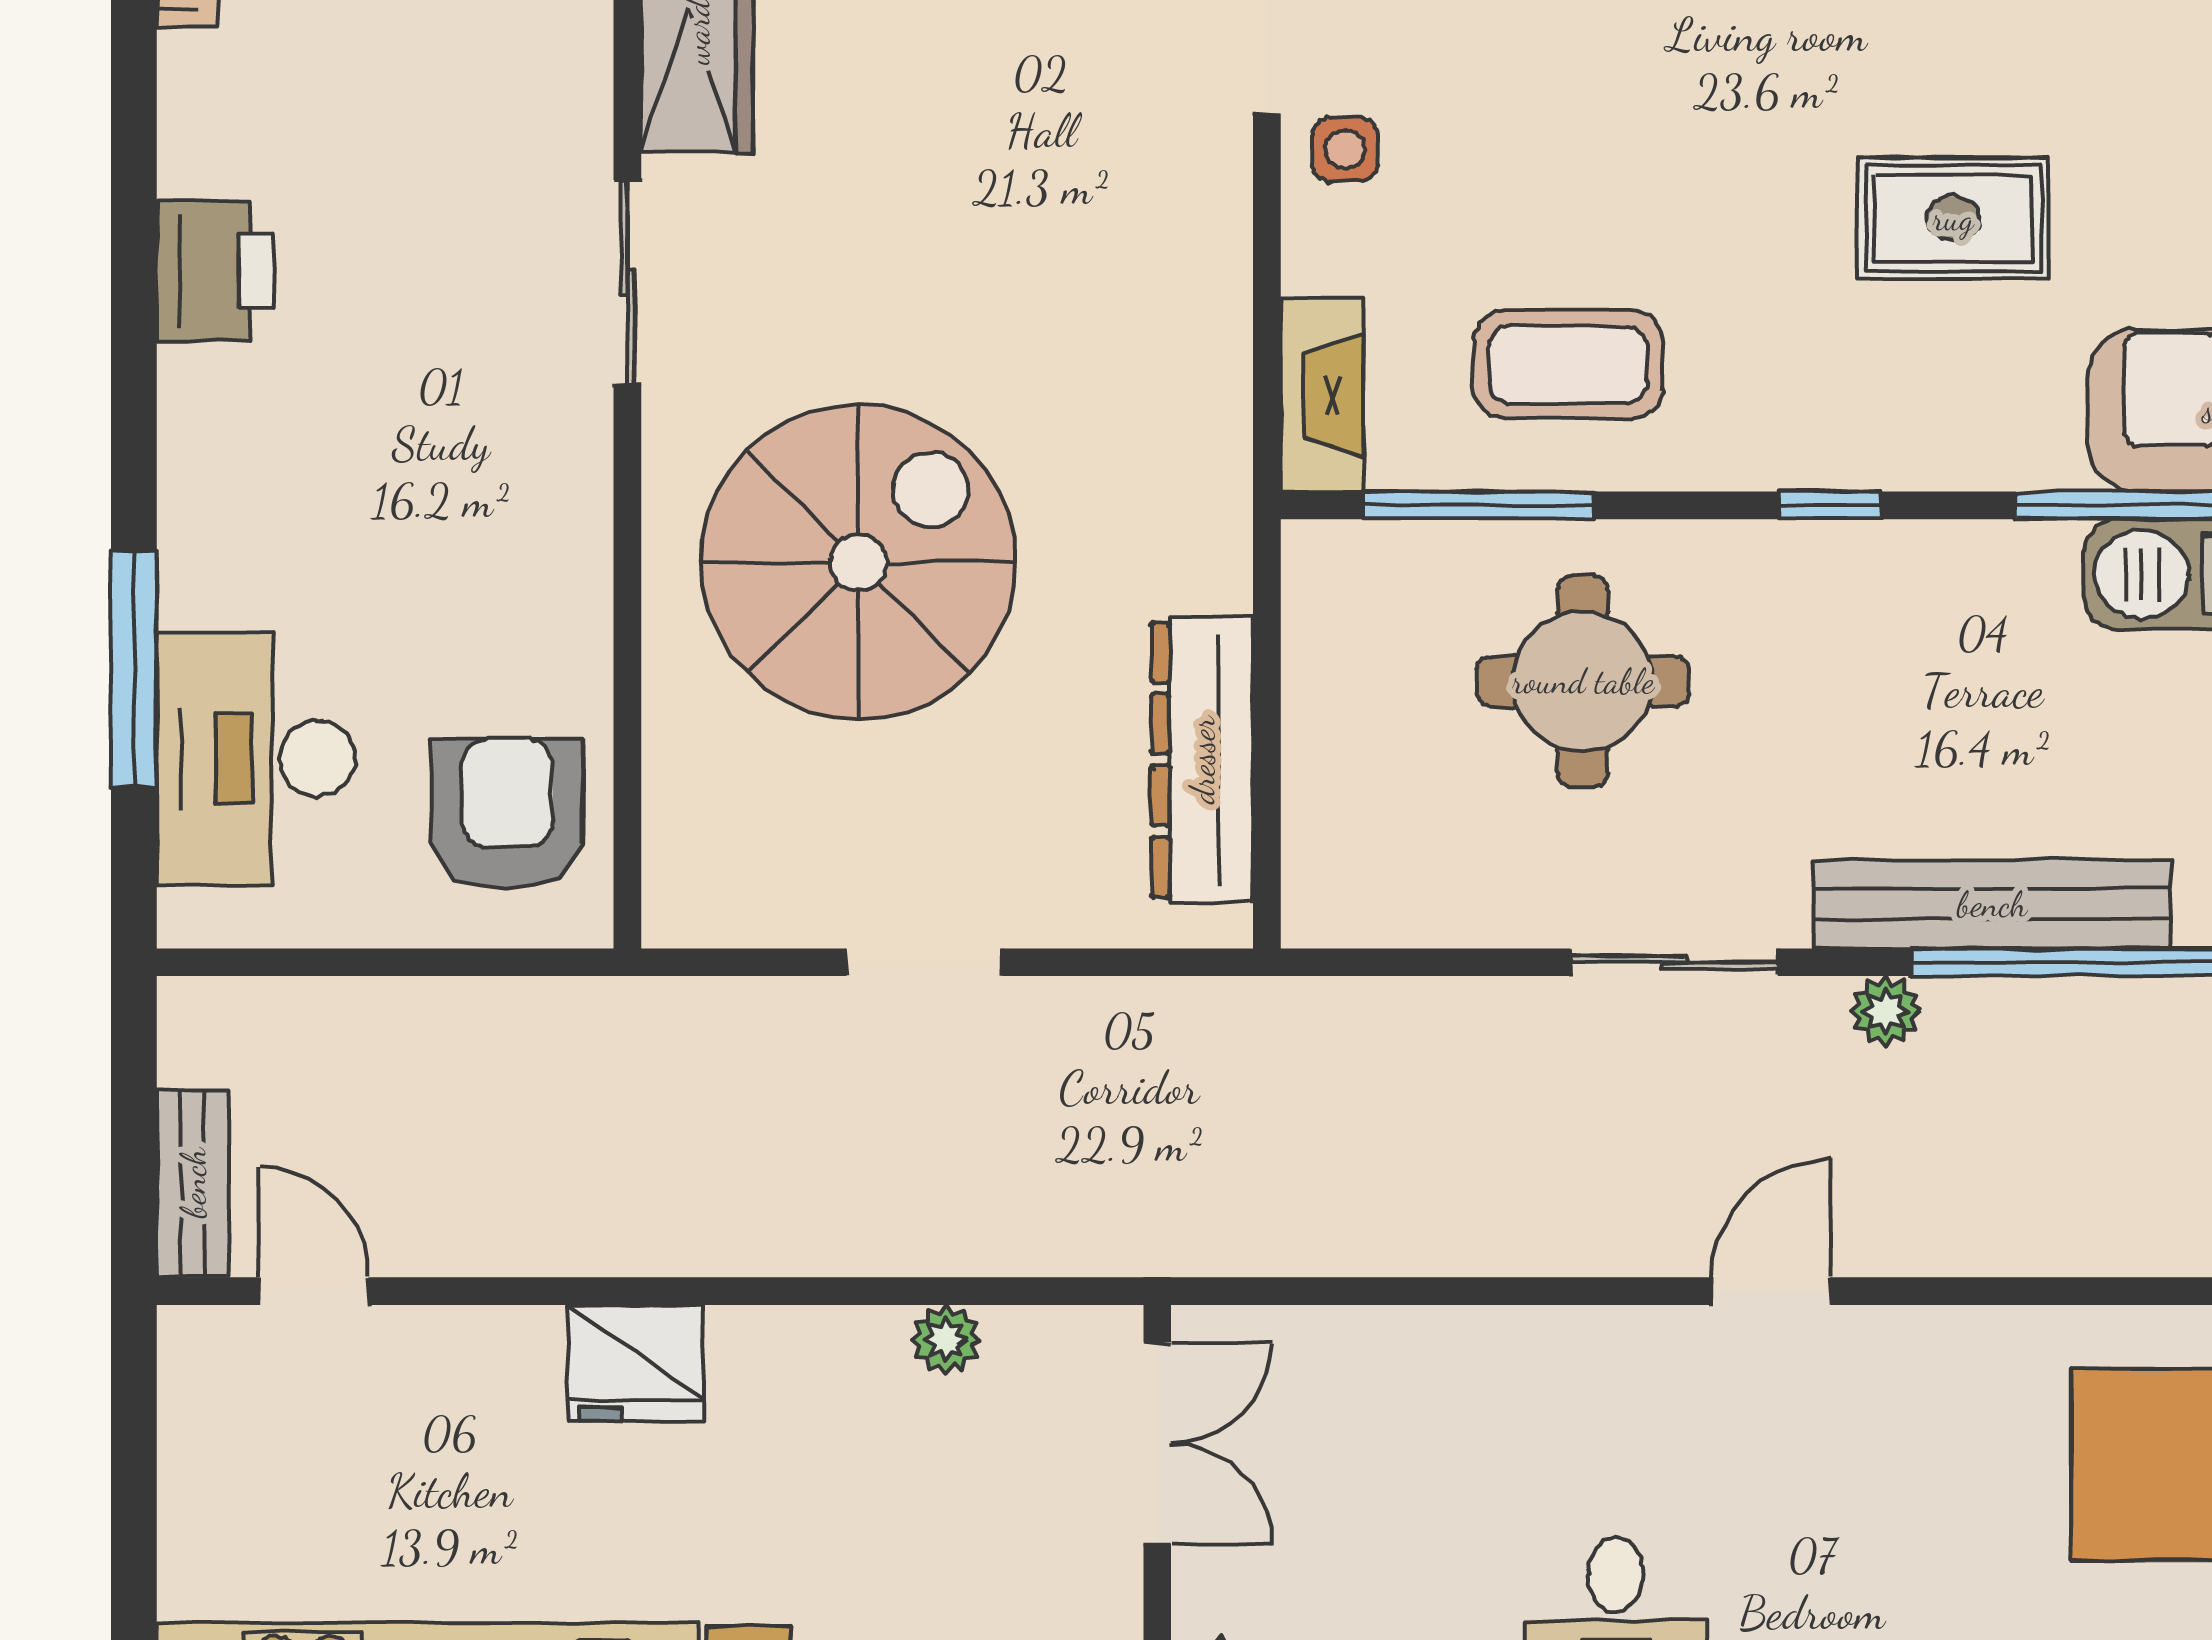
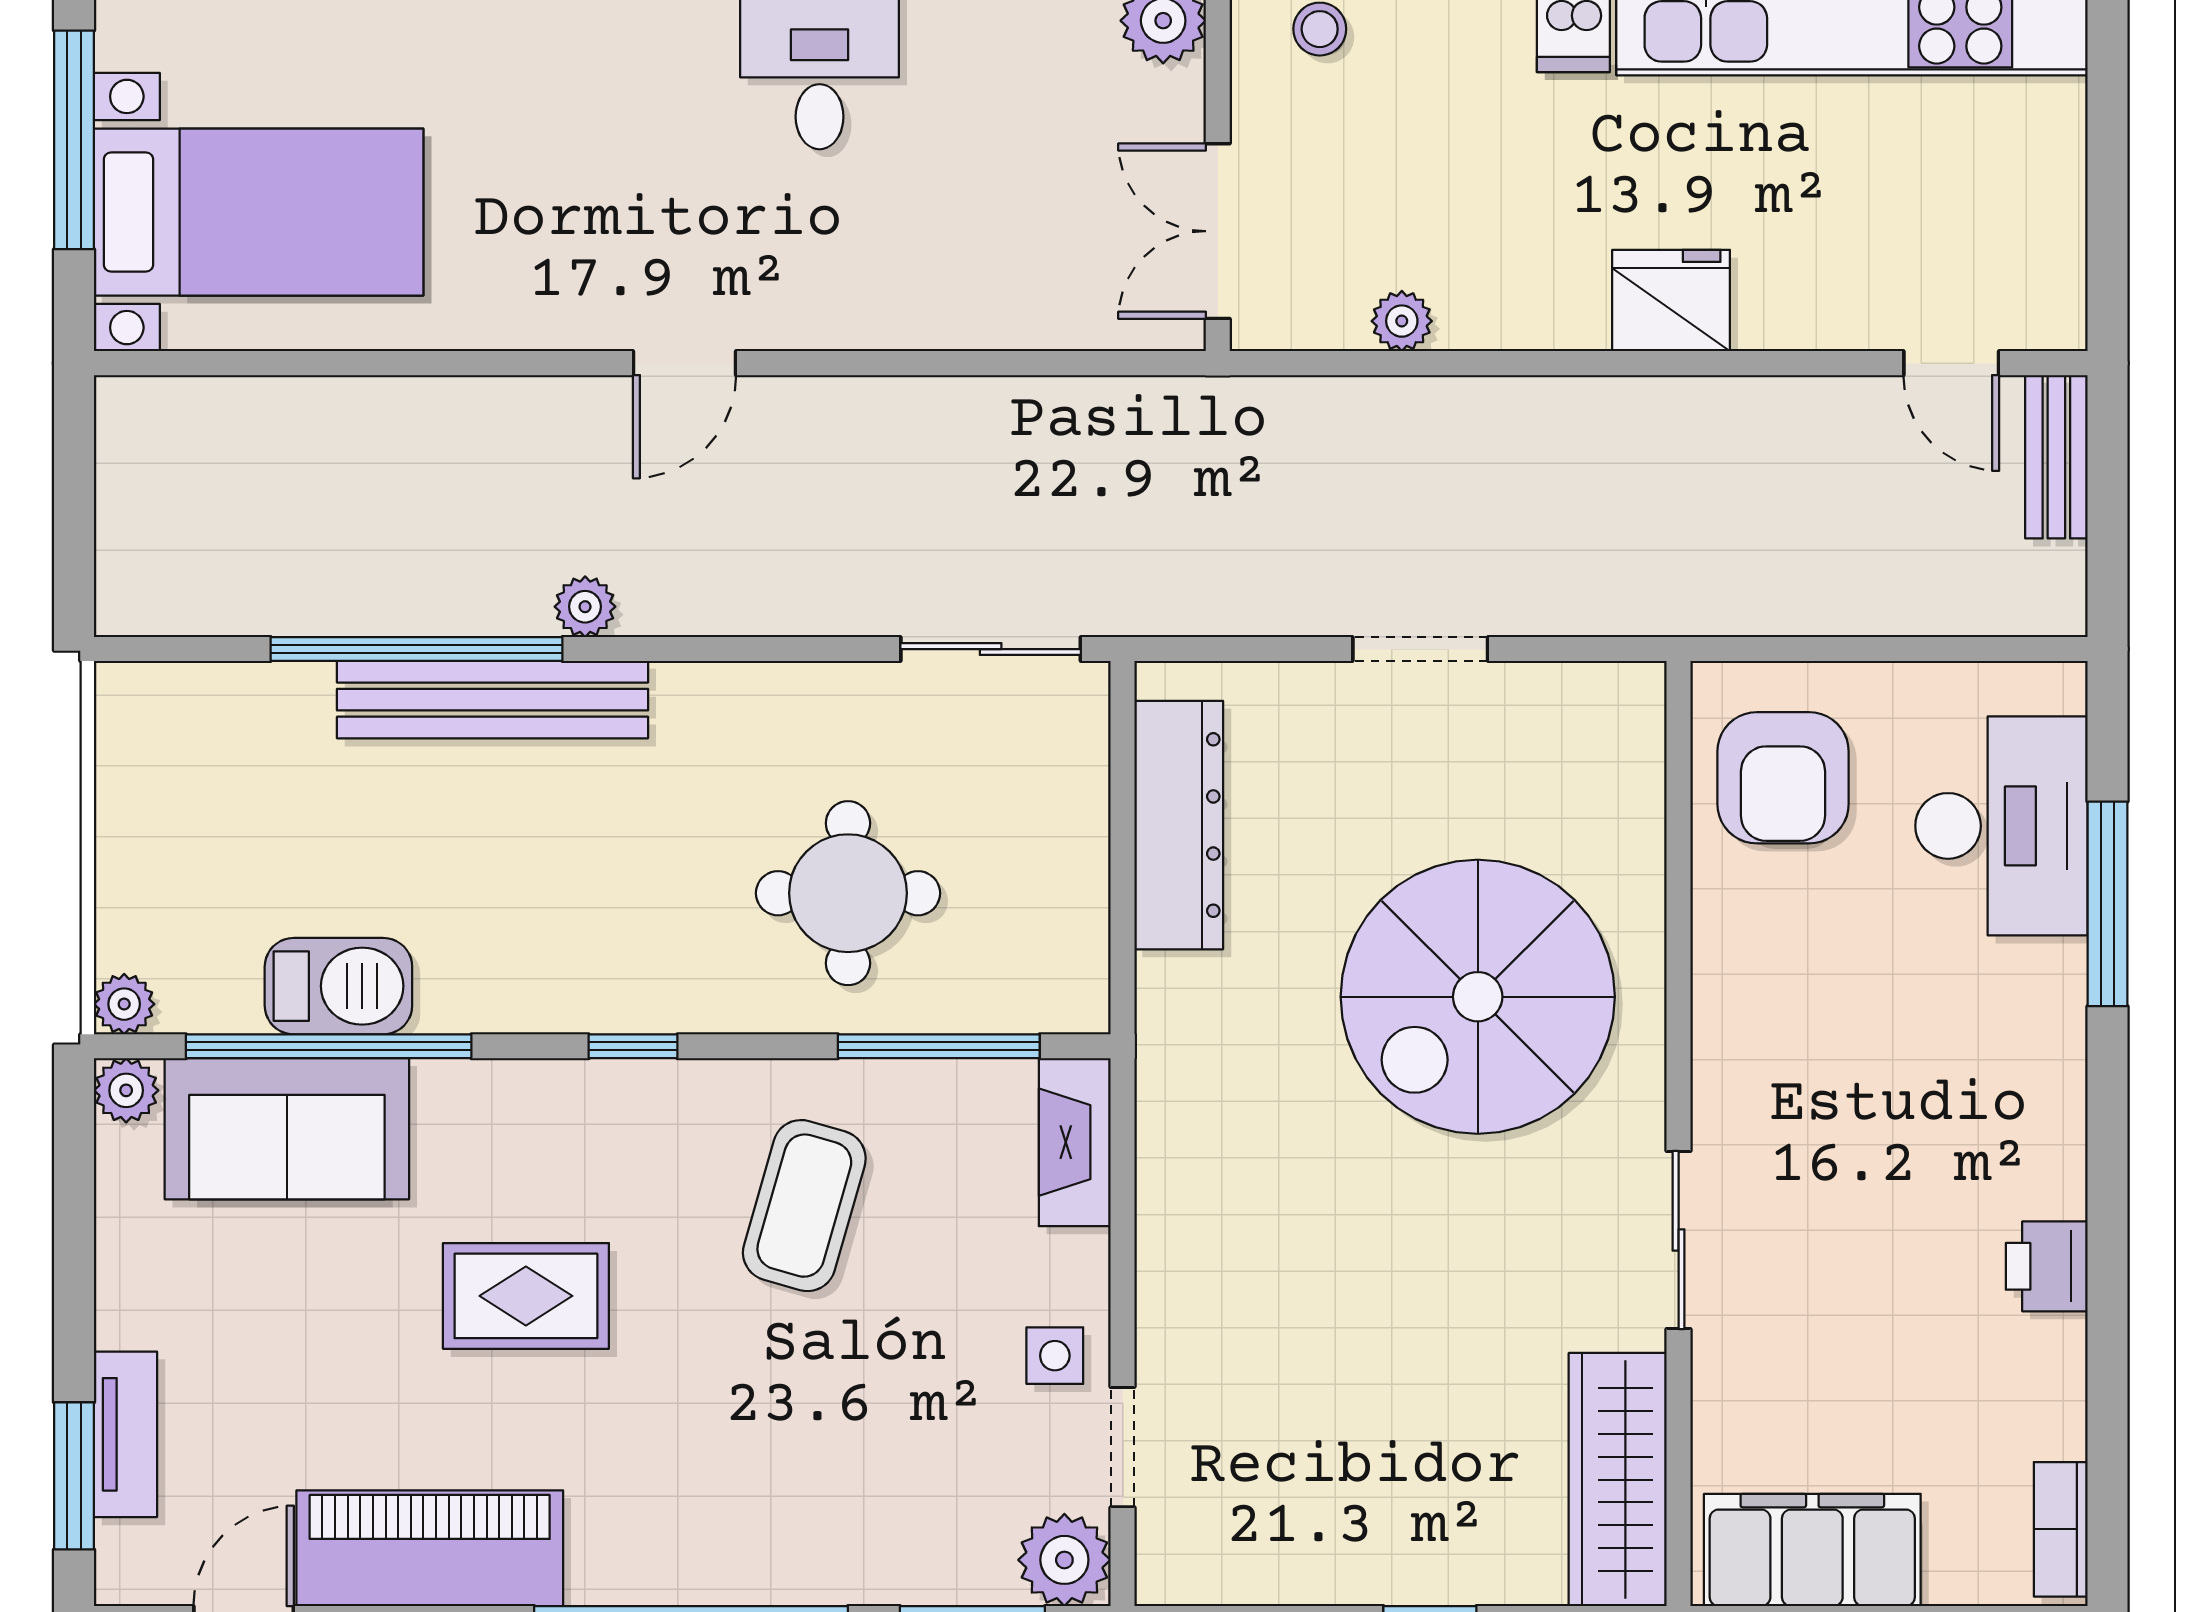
printer: (215, 271) -> (2047, 1266), width x0.73, depth x0.81
coffee table: (1568, 364) -> (804, 1206), moved, turned -74
sliding door: (1674, 962) -> (991, 649), moved

